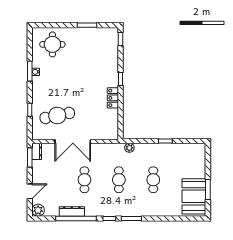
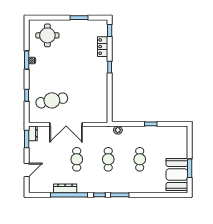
locker: (113, 98) -> (103, 47), moved
plant: (38, 210) -> (34, 187), removed

